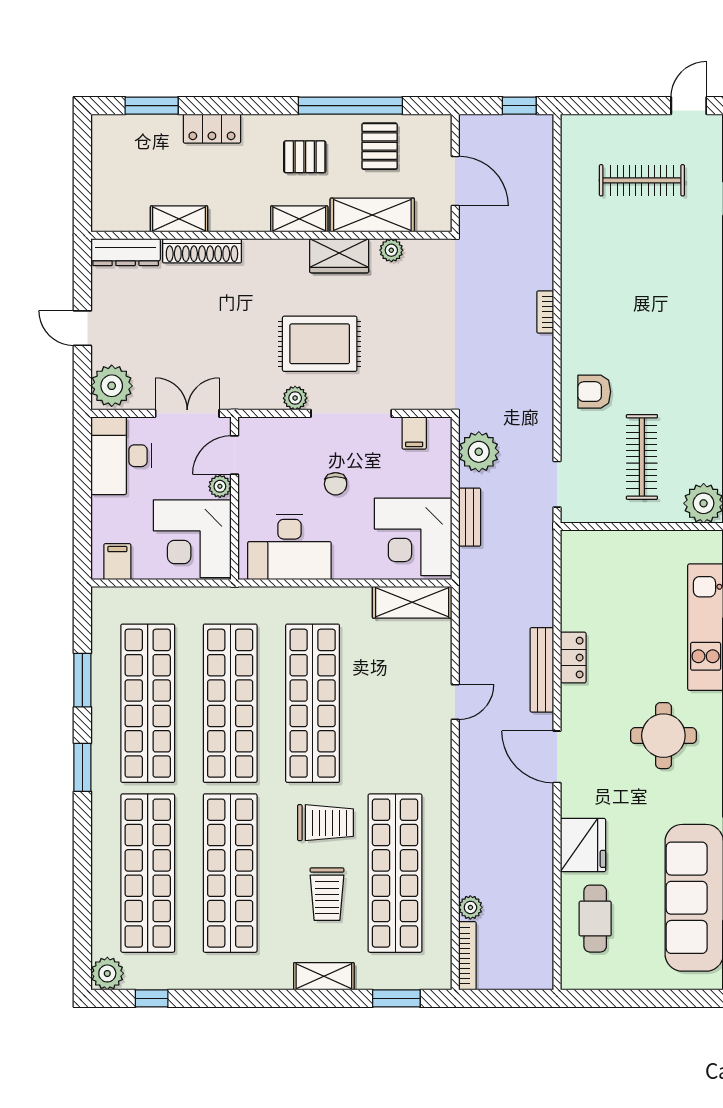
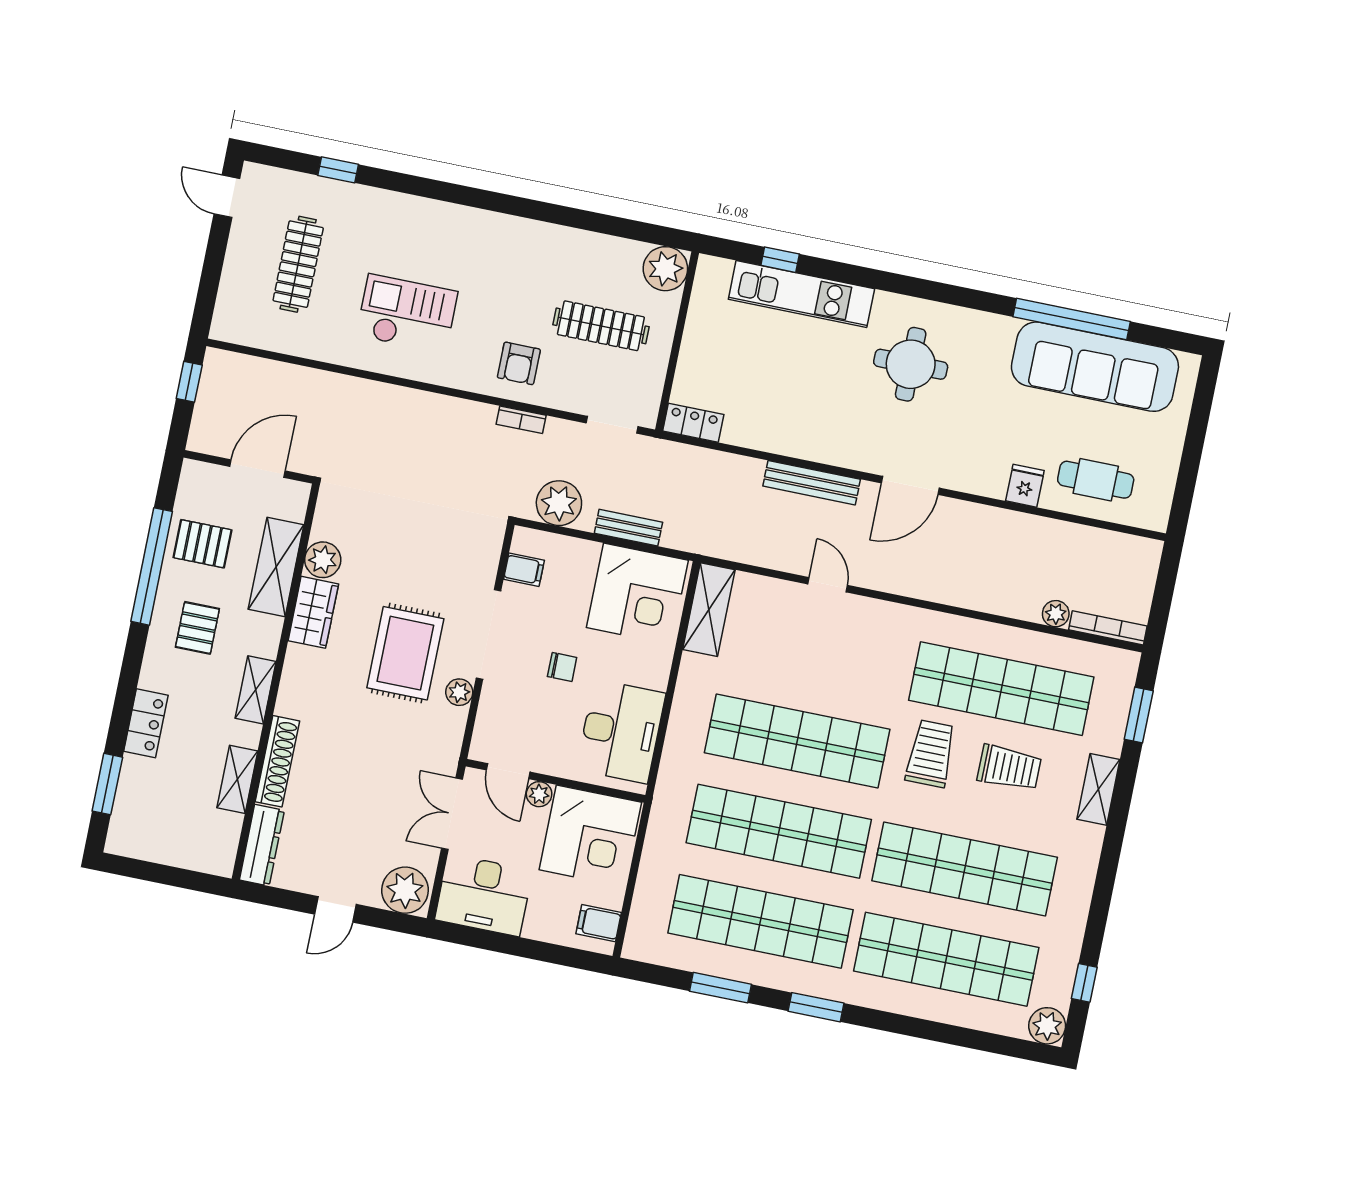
shelving: (299, 219) -> (256, 690), moved
plant: (391, 250) -> (323, 560), width x1.38, depth x1.38
checkout: (618, 285) -> (407, 314), added
bookcase: (545, 312) -> (521, 420), moved
locker: (573, 658) -> (693, 423), moved
fridge: (583, 845) -> (1025, 486), width x0.53, depth x0.75

